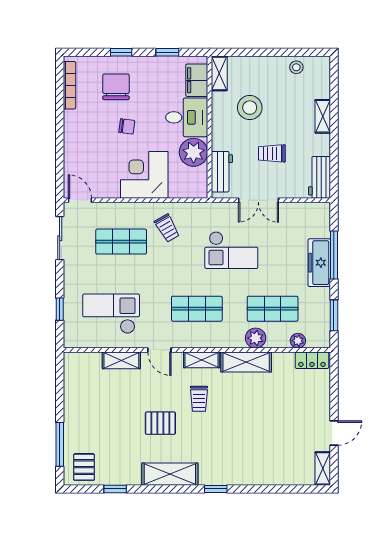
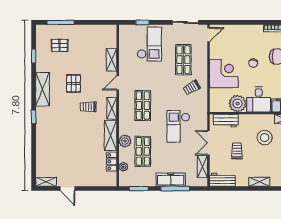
shelving: (298, 210) -> (202, 167), added
checkout: (111, 314) -> (149, 44), moved
locker: (312, 360) -> (112, 162), moved
pallet: (84, 467) -> (60, 45), moved

